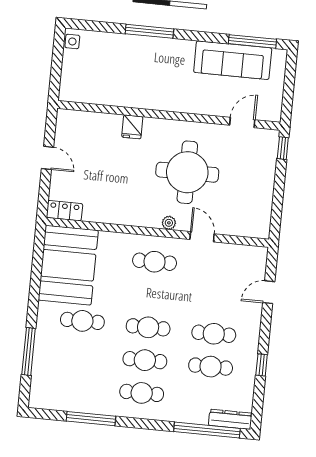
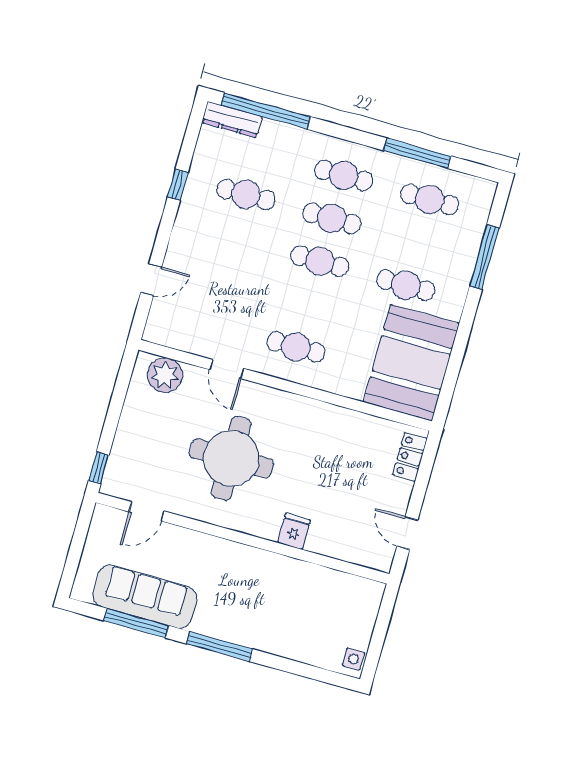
window: (149, 31) -> (219, 646), moved
window: (252, 41) -> (136, 623), moved
door: (48, 158) -> (407, 533), moved
locker: (64, 211) -> (410, 457), moved, turned 90
plant: (169, 223) -> (165, 375), moved, width x1.88, depth x1.88
cafe table: (214, 334) -> (430, 199), moved

